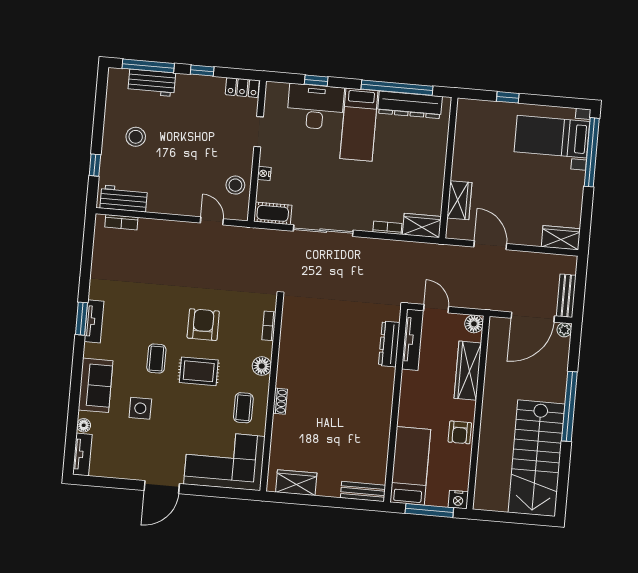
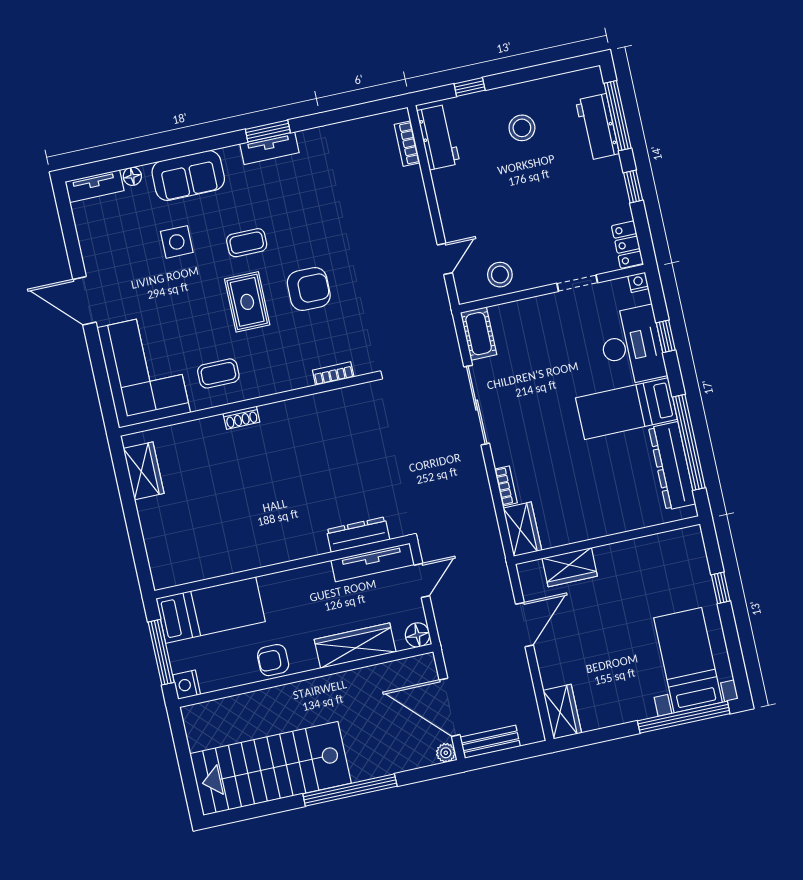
nightstand: (264, 173) -> (638, 282), moved
floor lamp: (262, 366) -> (279, 380), removed
bench: (363, 491) -> (159, 560), removed

